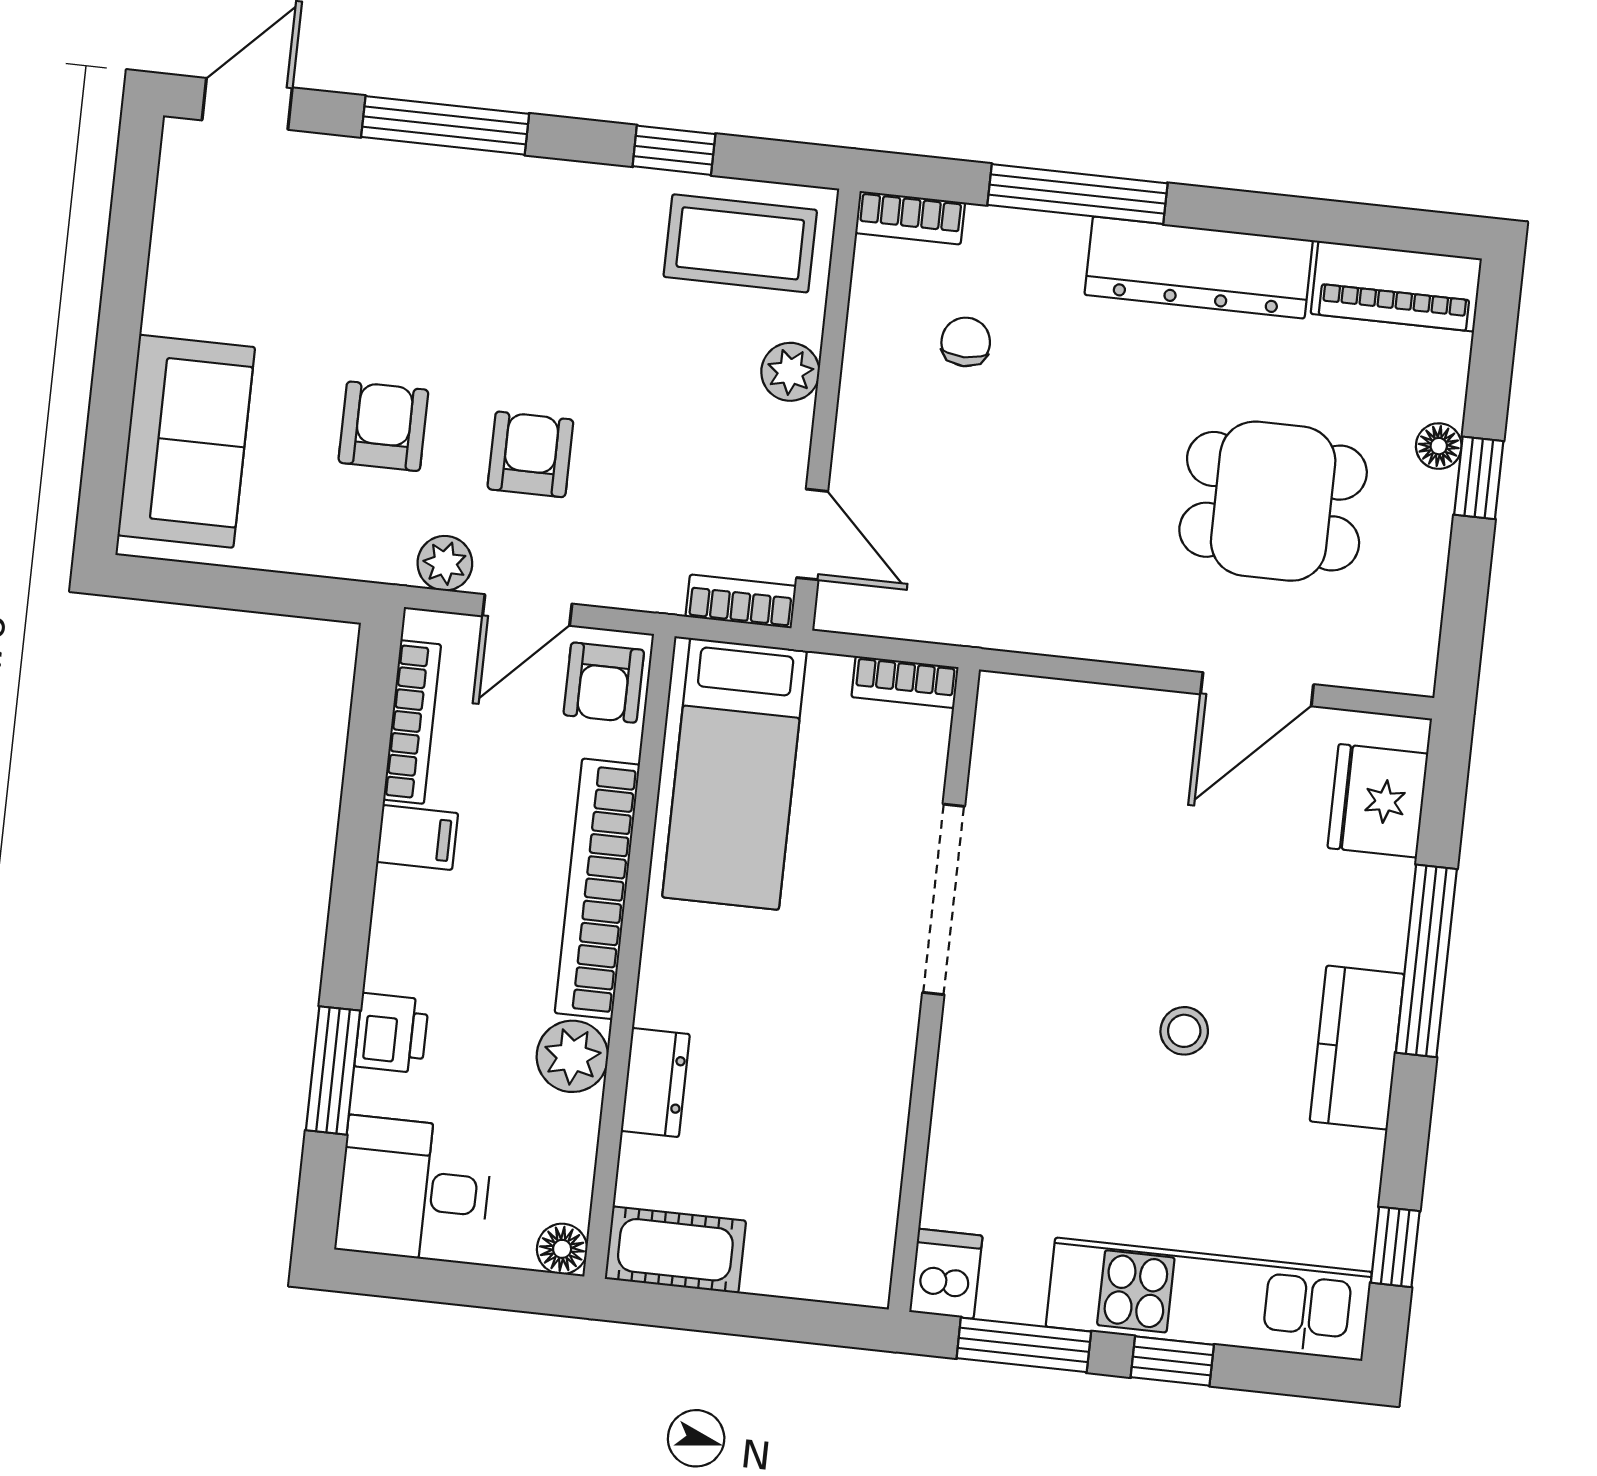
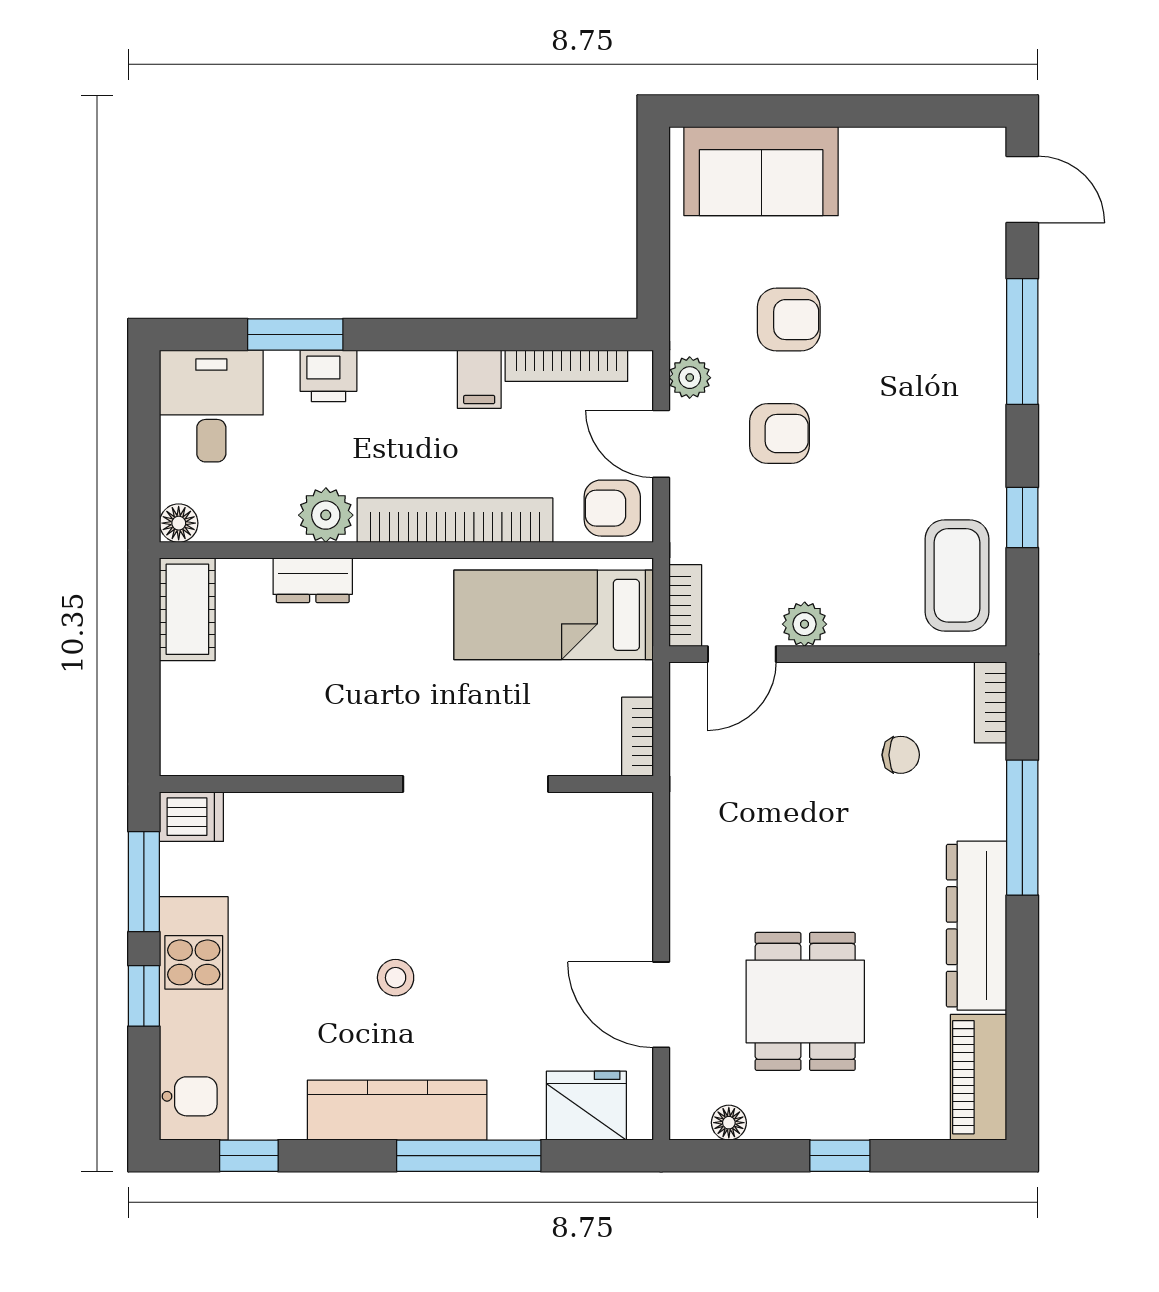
plant: (790, 372) -> (805, 624), moved
floor lamp: (1439, 446) -> (729, 1123), moved
kitchen counter: (1357, 1048) -> (397, 1110), width x1.50

